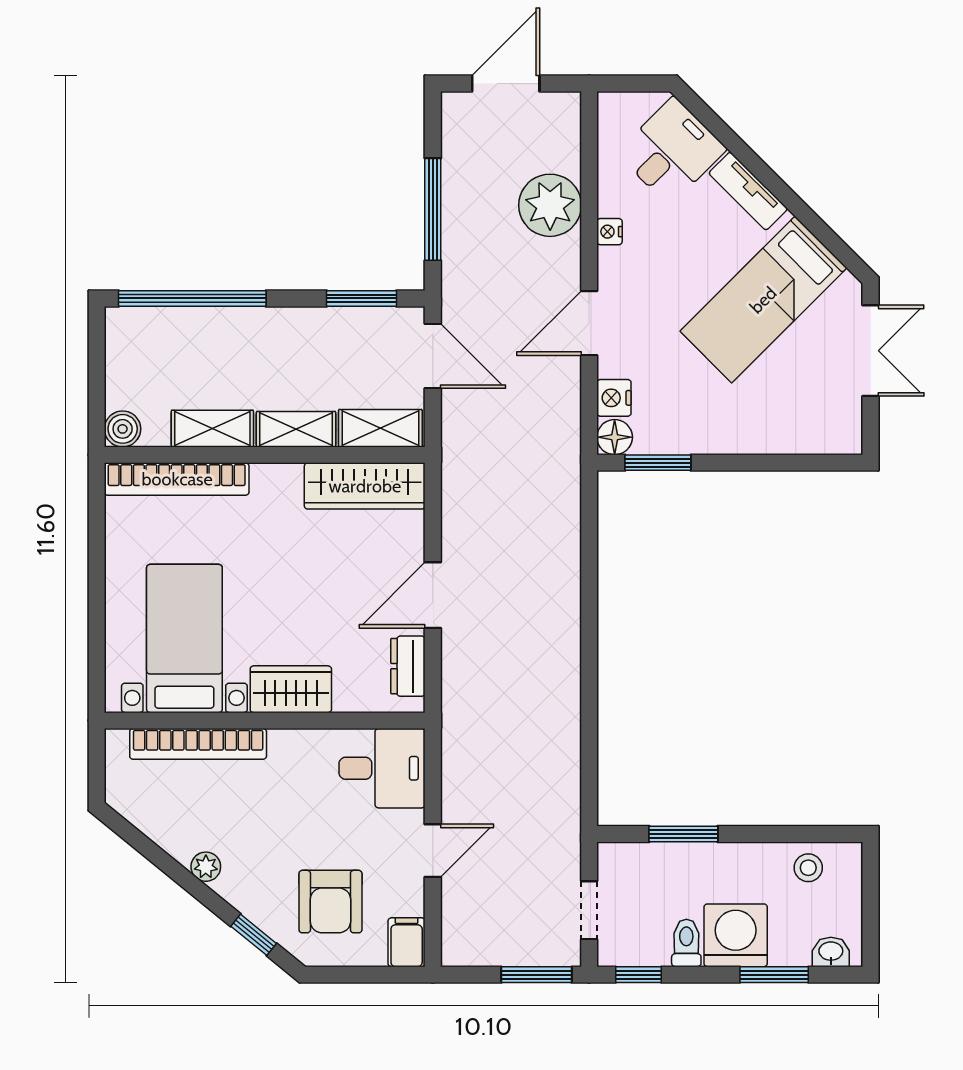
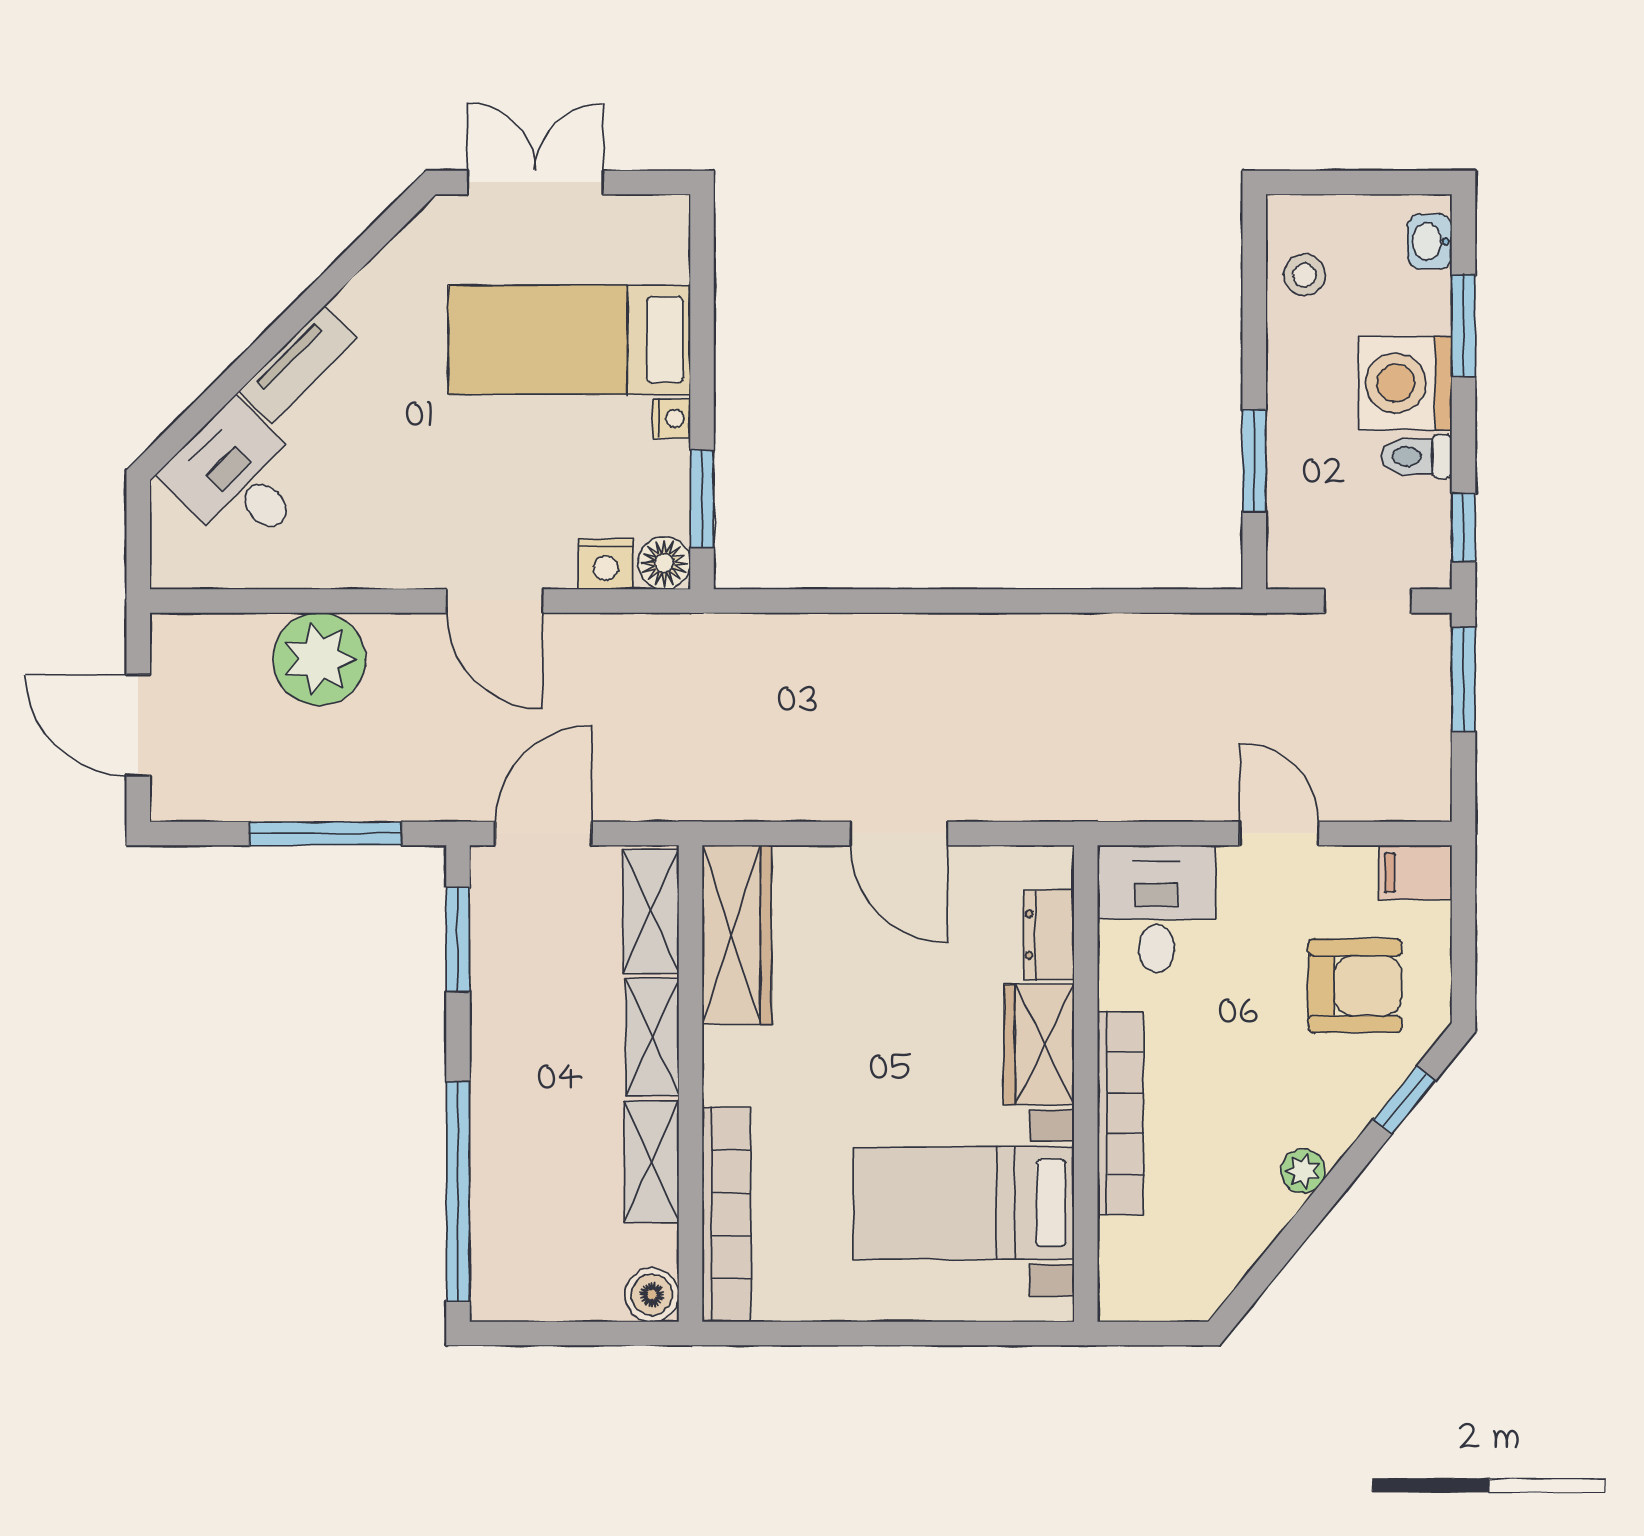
nightstand: (609, 232) -> (672, 419), moved, turned -90
bed: (763, 300) -> (569, 340), moved, turned 135
dresser: (408, 666) -> (1049, 935), moved, turned 90
bookcase: (198, 744) -> (1120, 1113), moved

